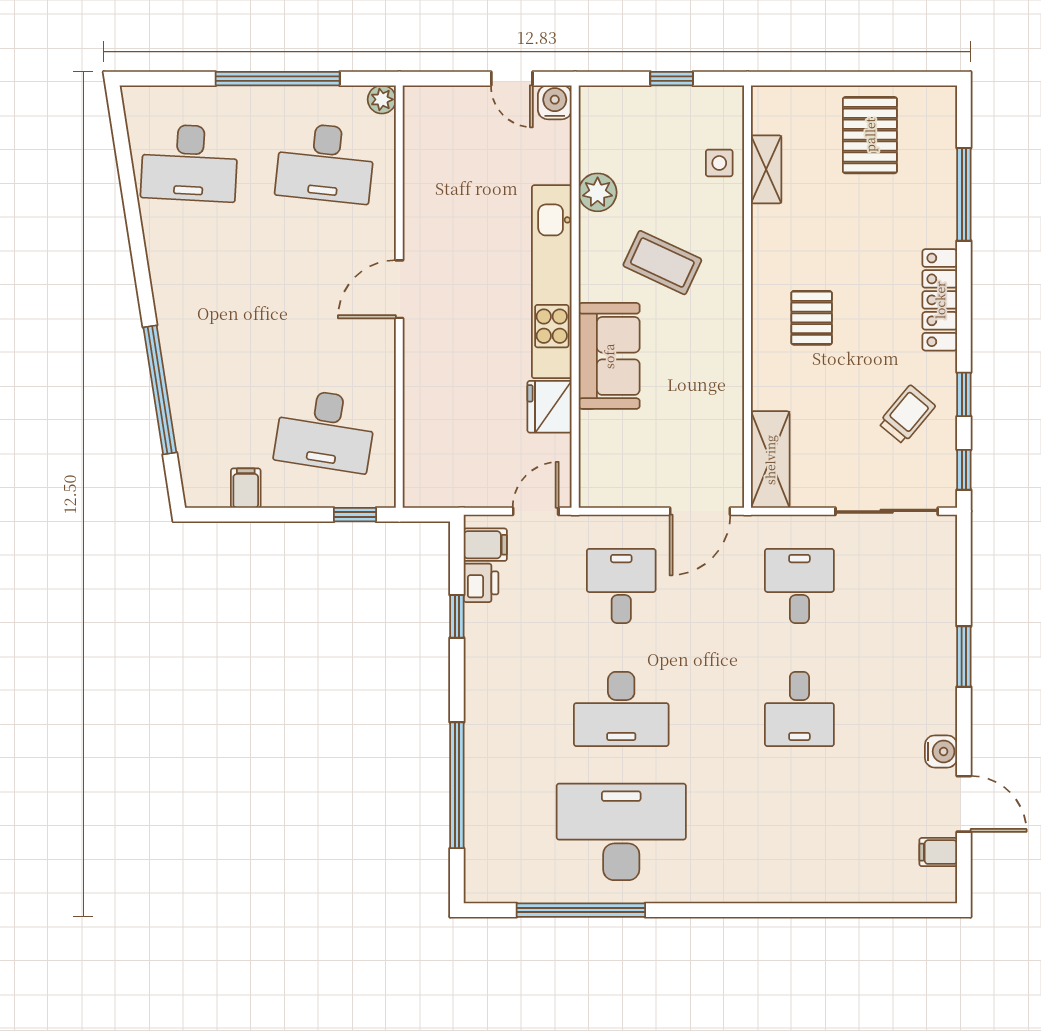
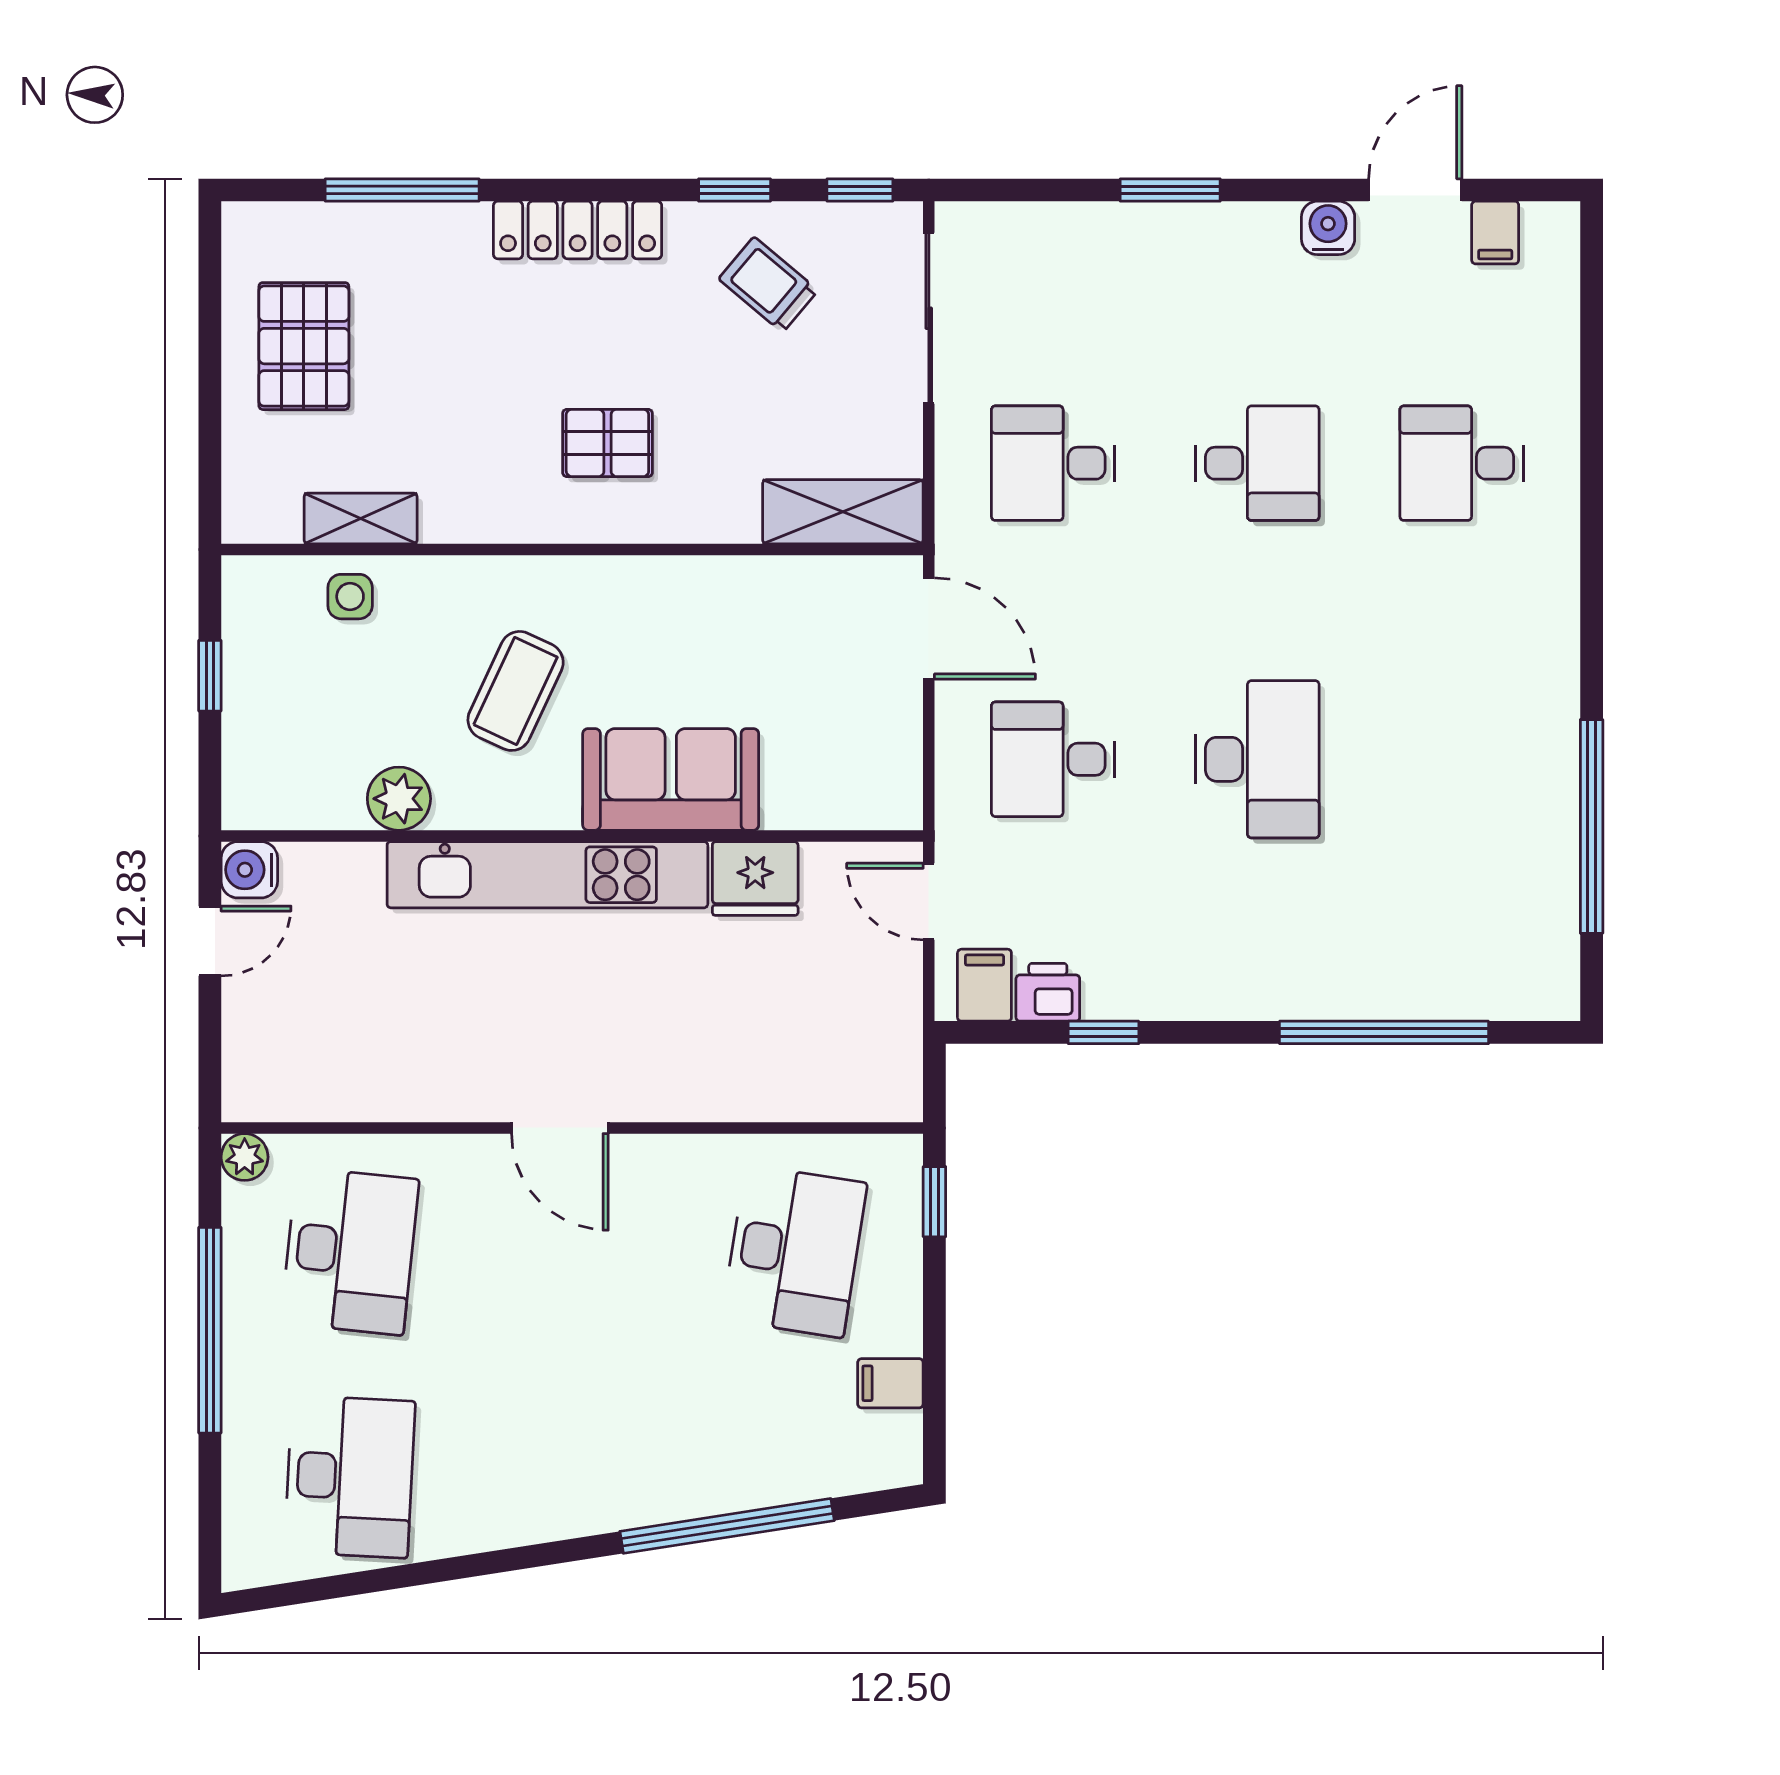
pallet: (870, 135) -> (304, 346), turned 90
desk: (621, 832) -> (1462, 463), moved, width x0.53, depth x0.77

